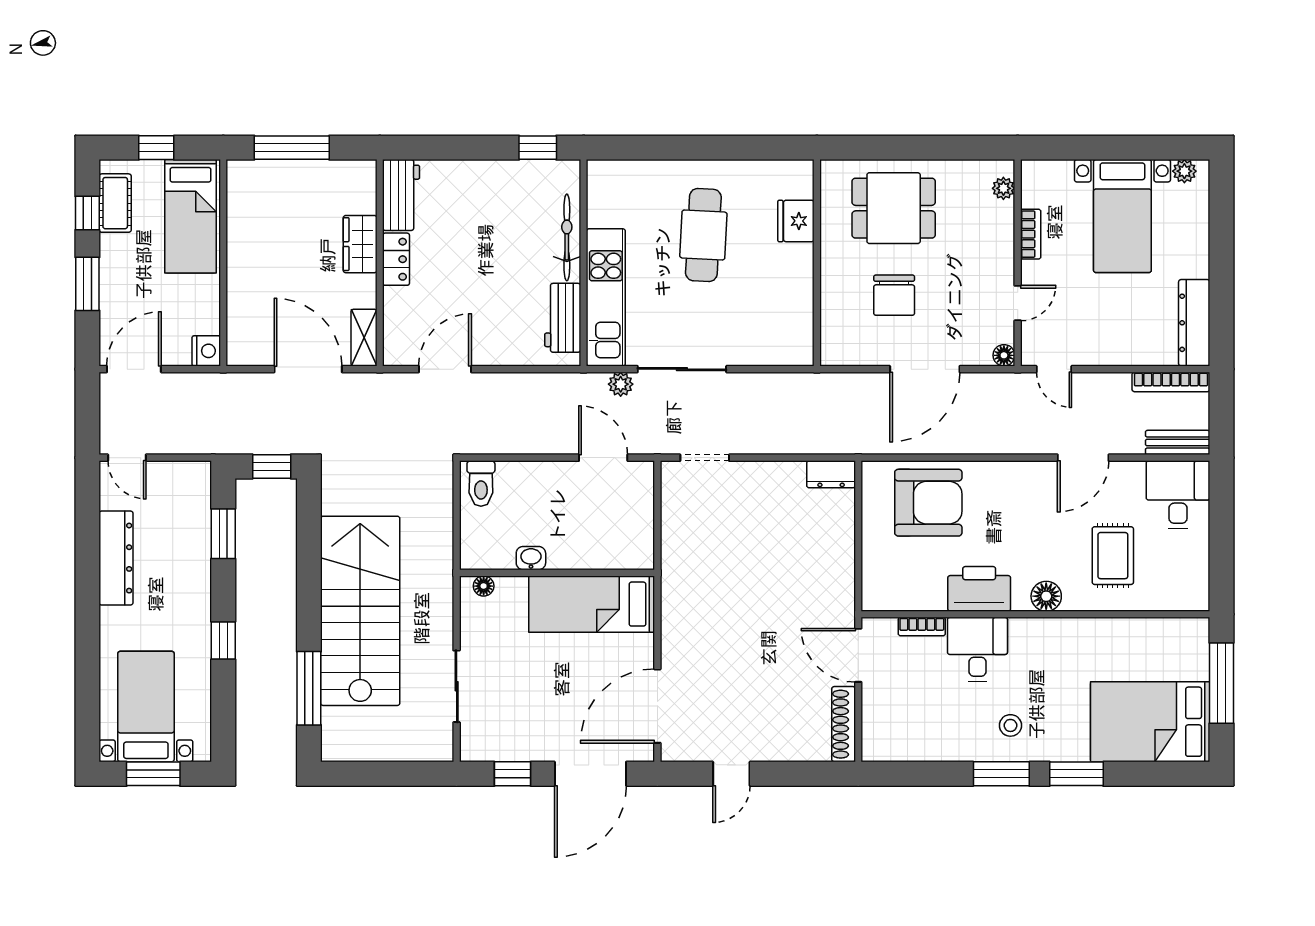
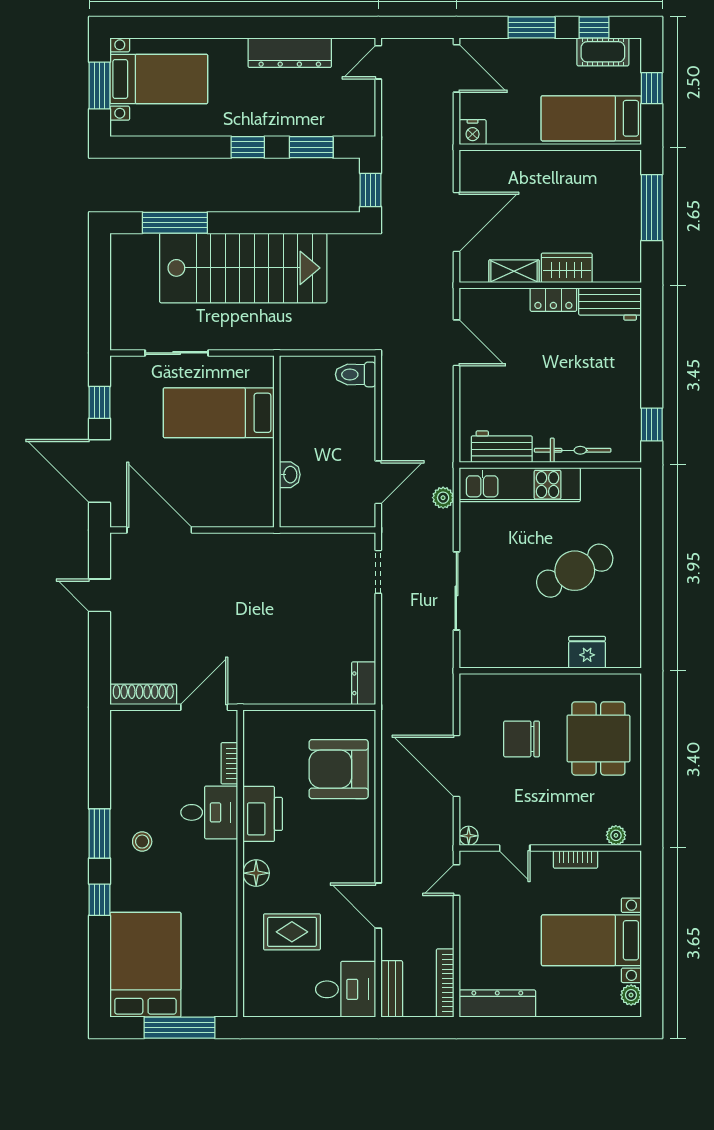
cafe table: (703, 235) -> (575, 571), turned -30
shelving: (364, 338) -> (514, 271), moved
sliding door: (682, 369) -> (456, 591), moved
armchair: (928, 503) -> (339, 769), turned 90
washbasin: (531, 558) -> (290, 475), moved
floor lamp: (484, 586) -> (265, 377), removed
bed: (592, 604) -> (219, 413), moved, turned -90
window: (223, 641) -> (248, 147), moved
window: (1076, 774) -> (100, 900), width x0.67

